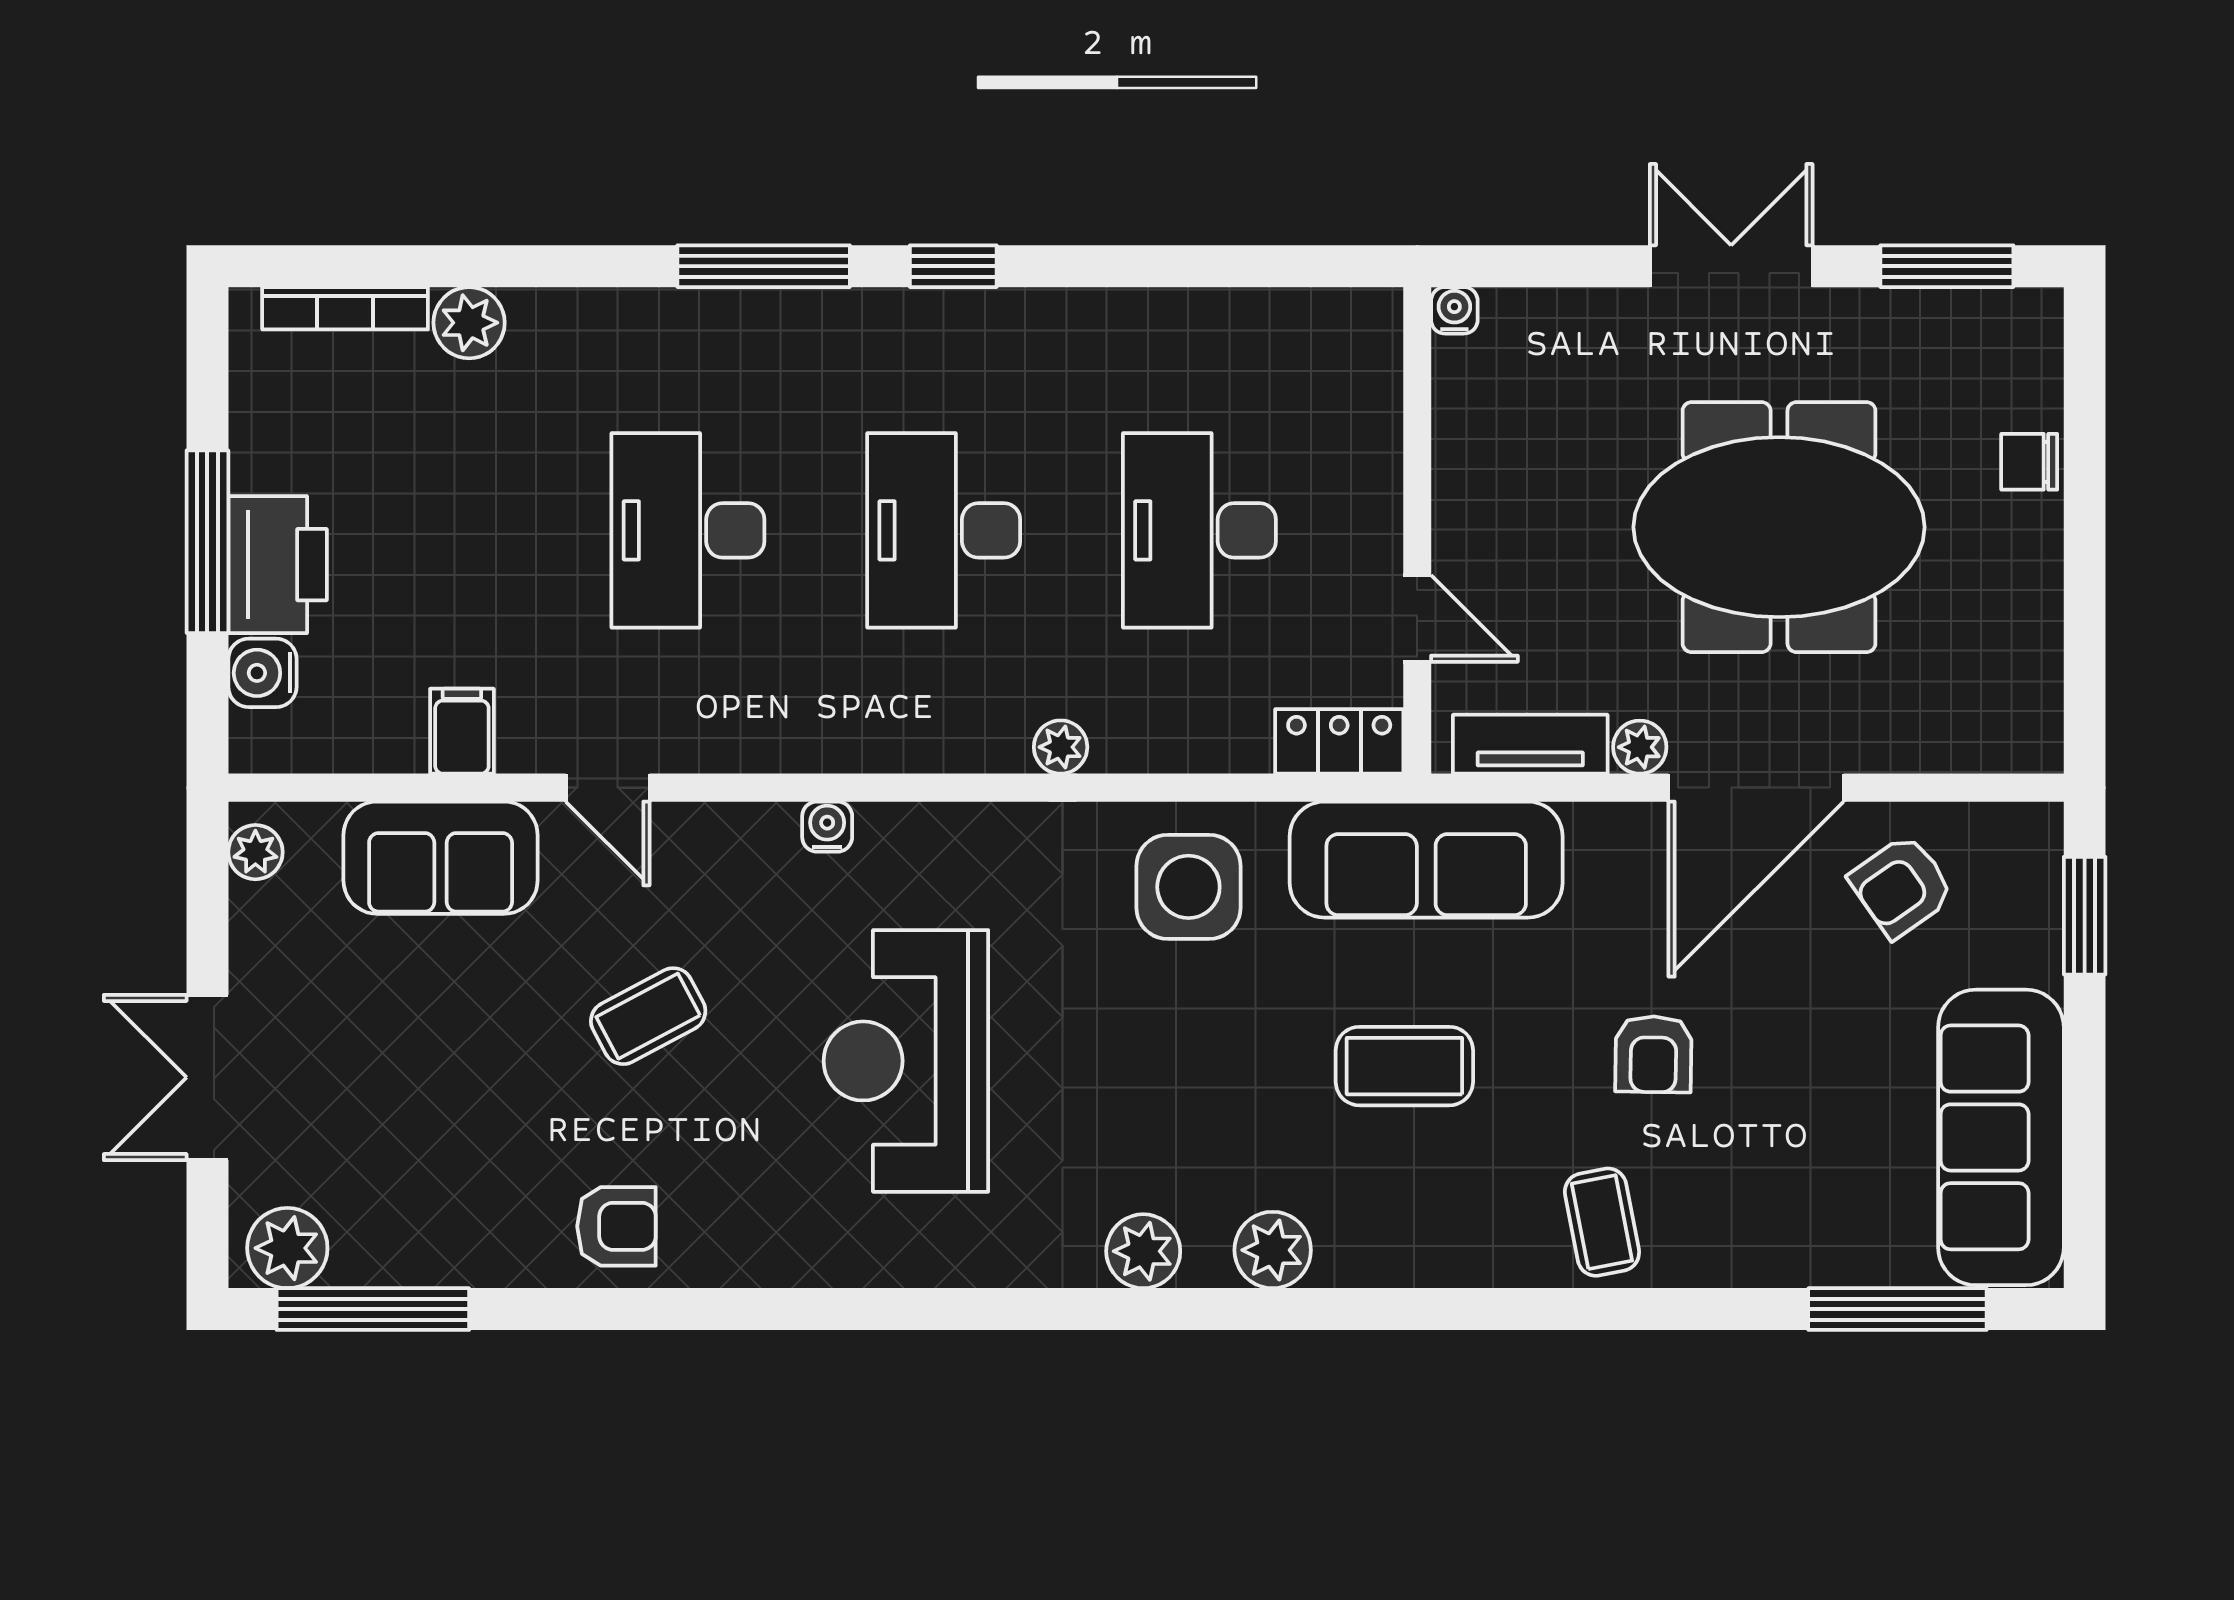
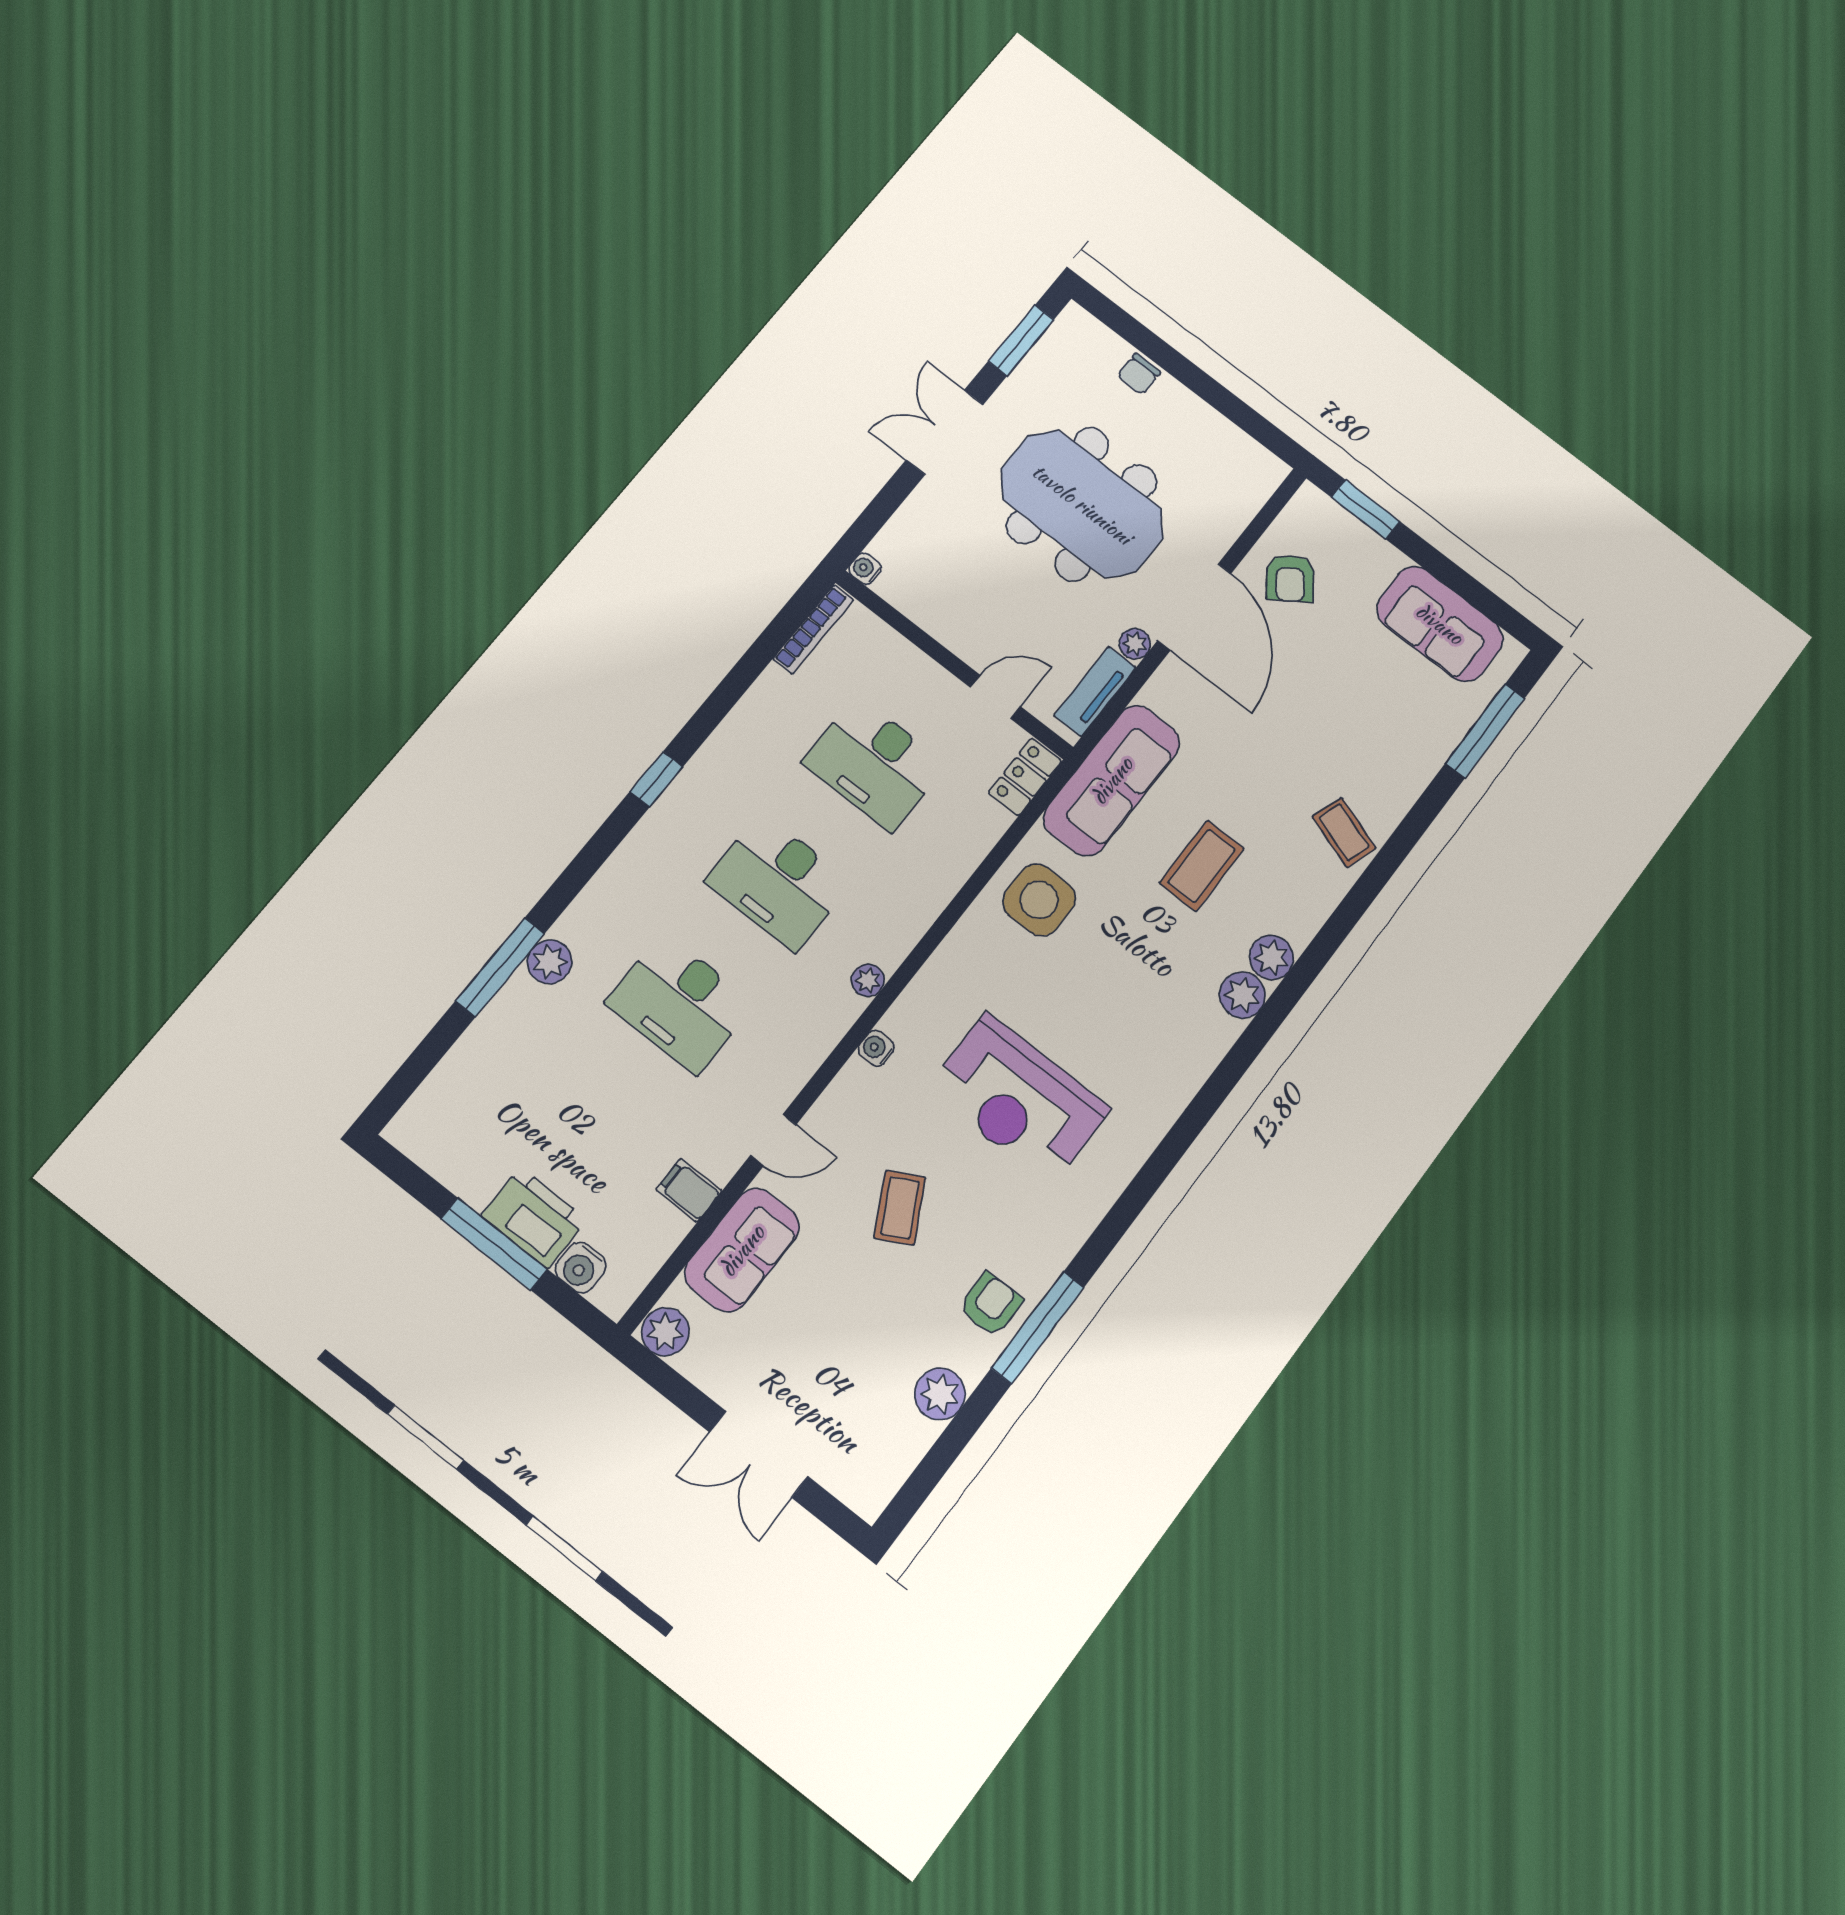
window: (764, 266) -> (500, 967), moved
bookcase: (345, 308) -> (813, 629), moved
plant: (469, 323) -> (550, 962), moved
meeting table: (1779, 527) -> (1082, 504), turned 90
plant: (1061, 747) -> (868, 980), moved
plant: (255, 852) -> (665, 1332), width x1.38, depth x1.38
armchair: (1653, 1054) -> (1283, 748), removed
sofa: (2001, 1137) -> (1440, 624), width x0.73
coffee table: (1602, 1222) -> (1344, 832), turned 30
plant: (287, 1248) -> (940, 1394), moved
plant: (1143, 1251) -> (1271, 958), moved
window: (373, 1309) -> (1038, 1328), moved

